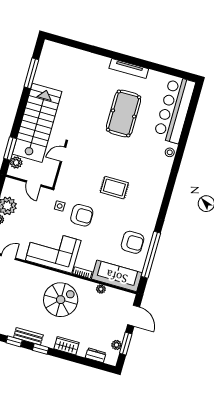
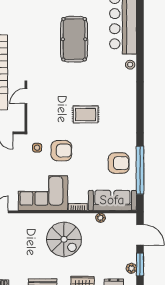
spiral stairs: (61, 300) -> (64, 239), turned 90

